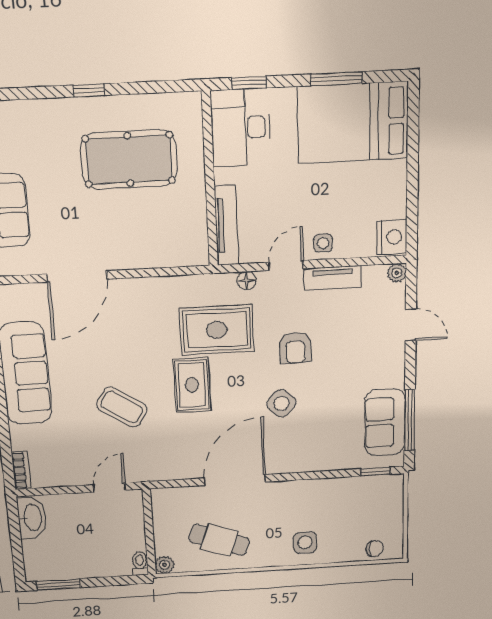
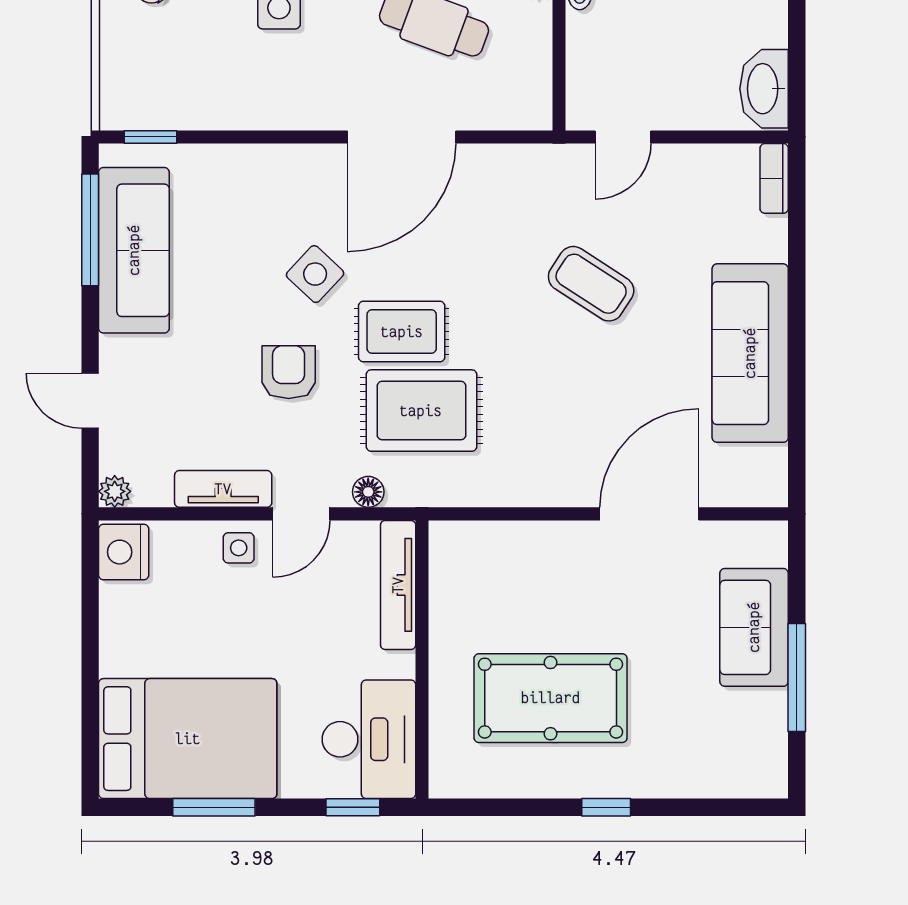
rug: (192, 385) -> (402, 332), moved, turned 90
sofa: (385, 422) -> (134, 250), width x1.36

